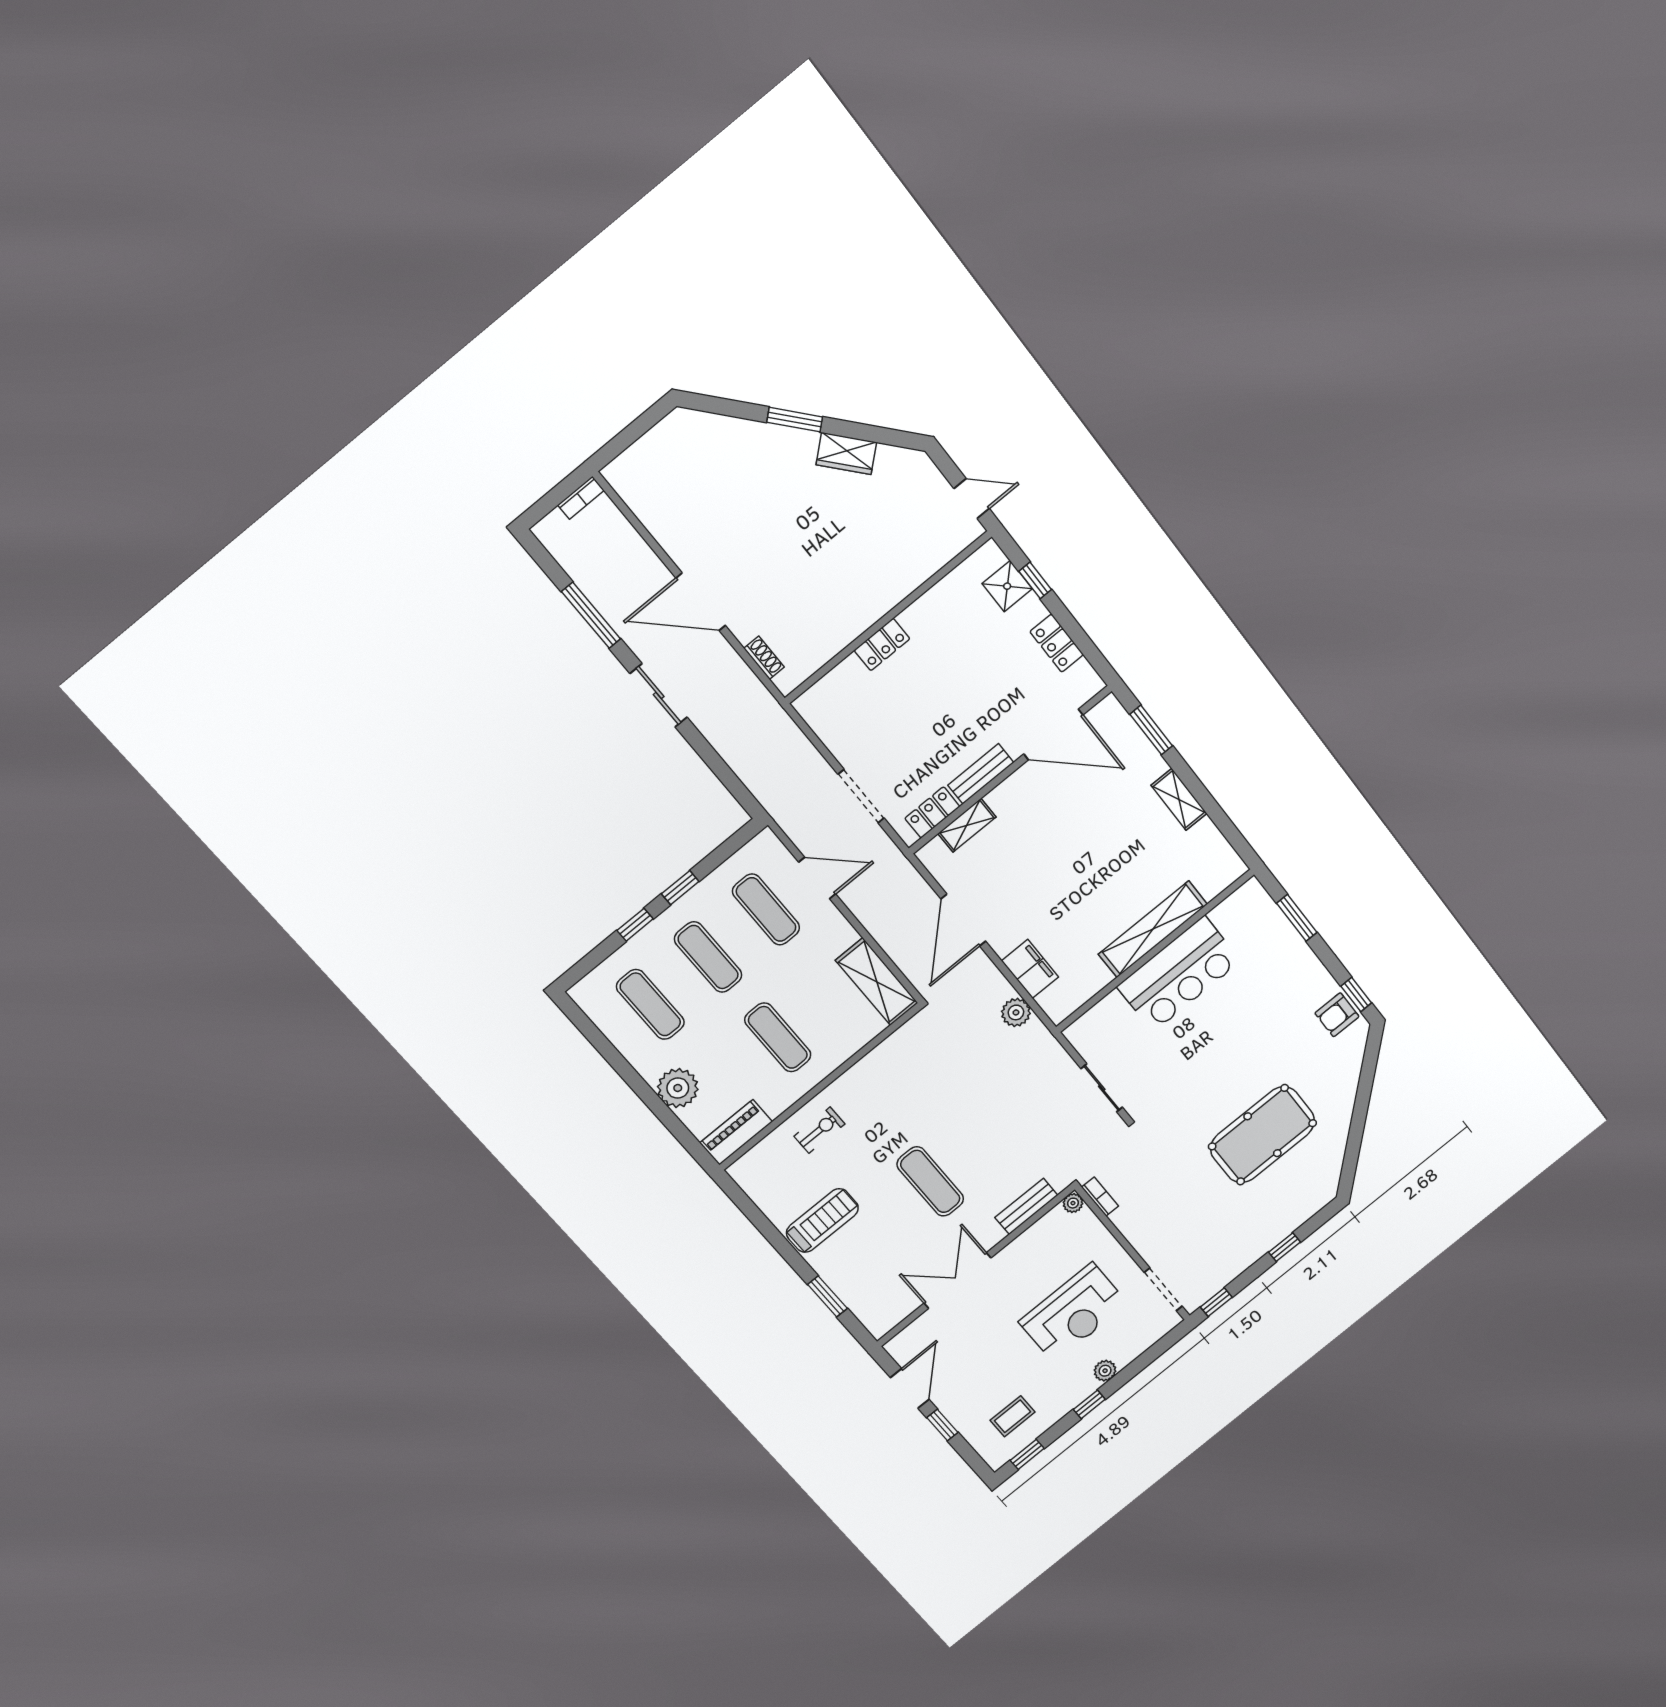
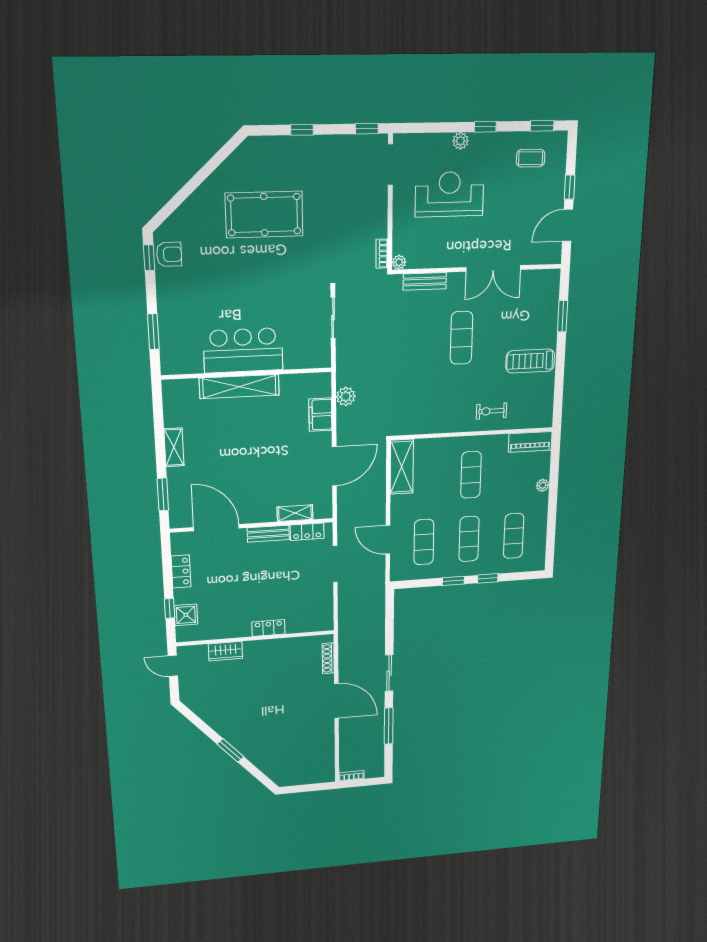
wardrobe: (846, 454) -> (225, 651), moved, turned 131
shoe rack: (764, 658) -> (328, 658), width x1.43
plant: (678, 1088) -> (543, 485), width x0.53, depth x0.53

